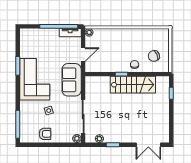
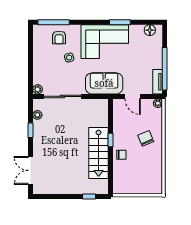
floor lamp: (25, 39) -> (150, 30), added
chair: (154, 56) -> (146, 138), moved
armchair: (45, 134) -> (59, 37), moved

